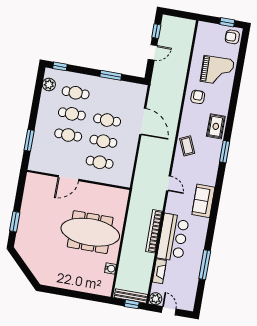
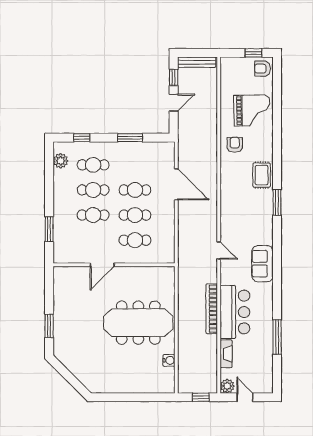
window: (60, 66) -> (82, 138), moved
coffee table: (187, 146) -> (233, 203), removed
bench: (131, 296) -> (197, 62), moved

